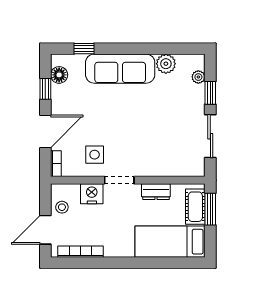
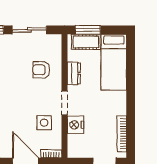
armchair: (160, 151) -> (41, 70), added
stool: (62, 207) -> (86, 149), removed

